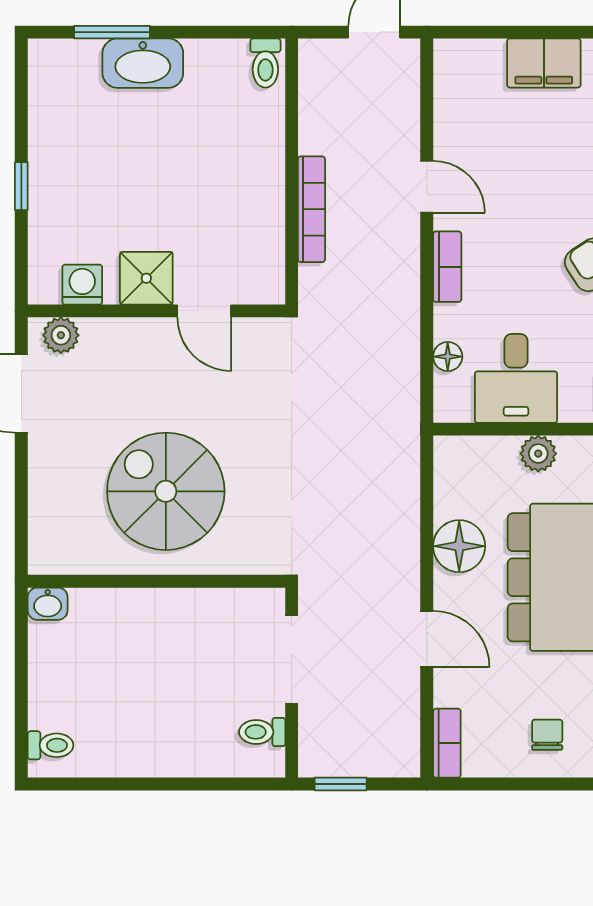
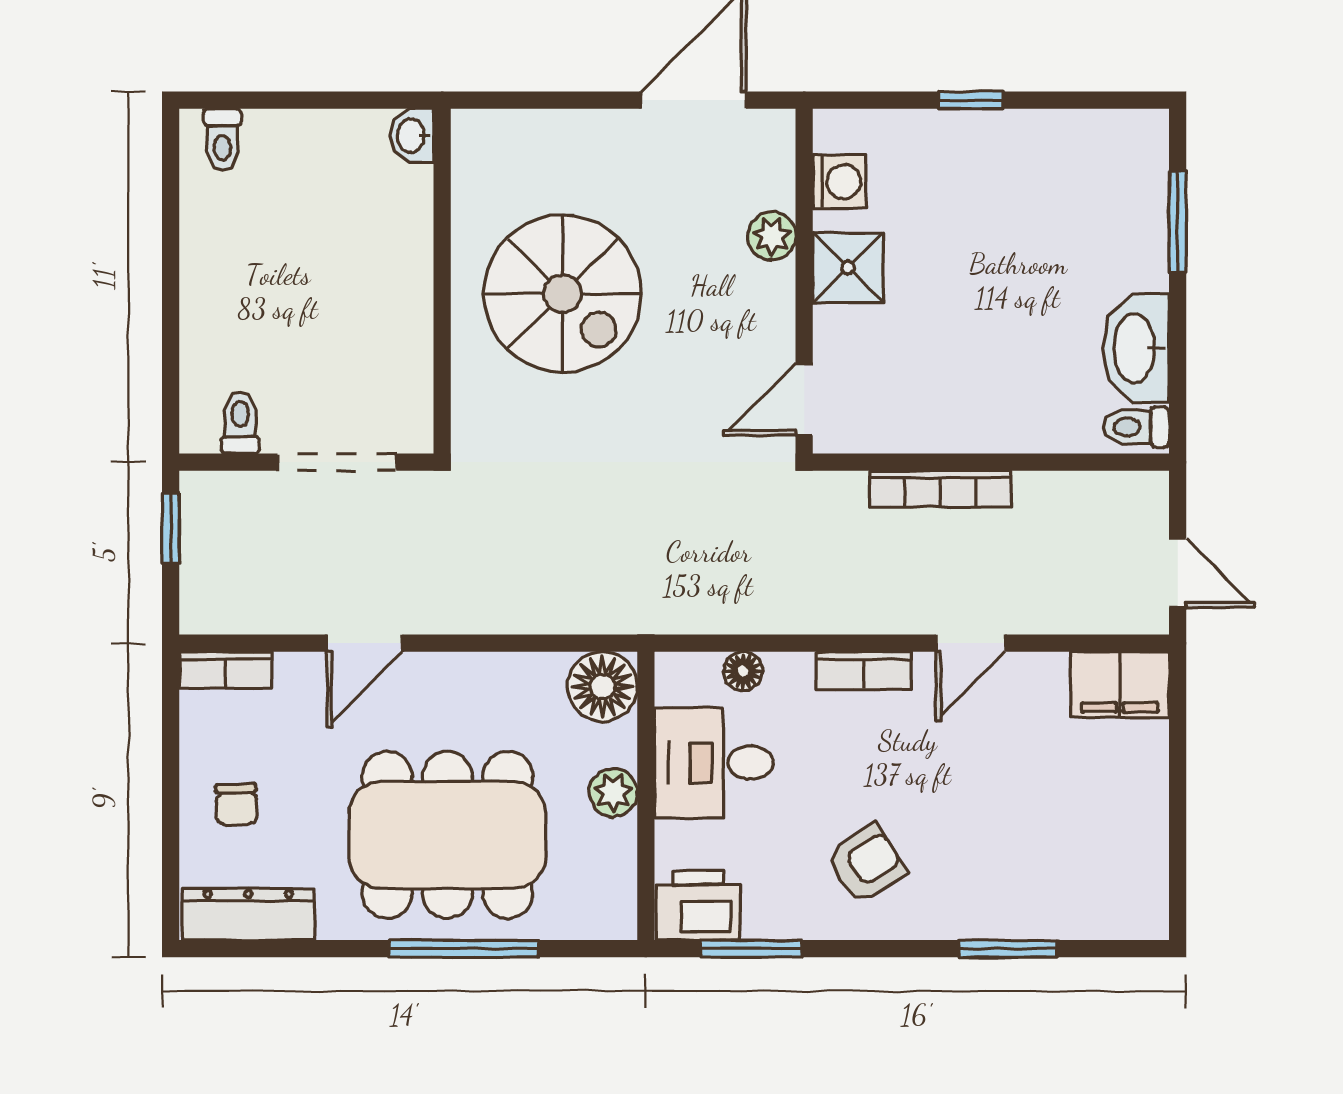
washbasin: (143, 63) -> (1136, 348), moved
filing cabinet: (544, 63) -> (1120, 684), moved, turned -90
door: (204, 311) -> (804, 399), moved
plant: (61, 335) -> (772, 236), moved
spiral stairs: (166, 491) -> (563, 294), turned 90
floor lamp: (459, 546) -> (602, 687), moved
chair: (547, 735) -> (237, 804), turned 88

